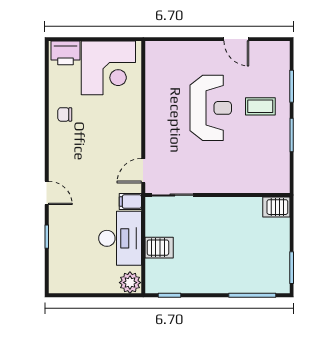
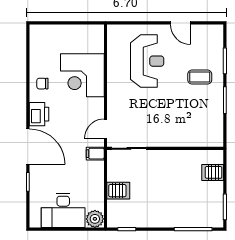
printer: (66, 53) -> (39, 114), moved, turned -90
corner desk: (108, 68) -> (82, 75), moved, turned 90
reception desk: (211, 108) -> (147, 61), moved
door: (47, 193) -> (28, 147), width x1.88
server rack: (276, 207) -> (213, 172), moved
desk: (120, 238) -> (63, 210), moved, turned 90

